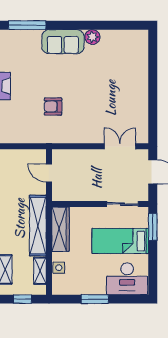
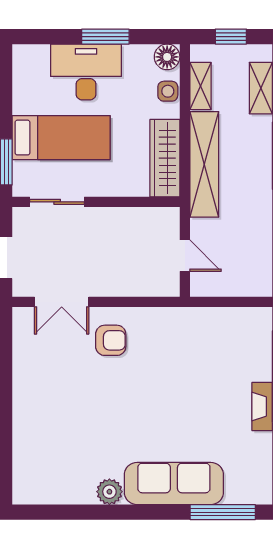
sofa: (63, 42) -> (174, 483), width x1.36
armchair: (53, 106) -> (111, 340), moved
desk: (127, 279) -> (86, 72), moved
floor lamp: (59, 287) -> (167, 57), added

